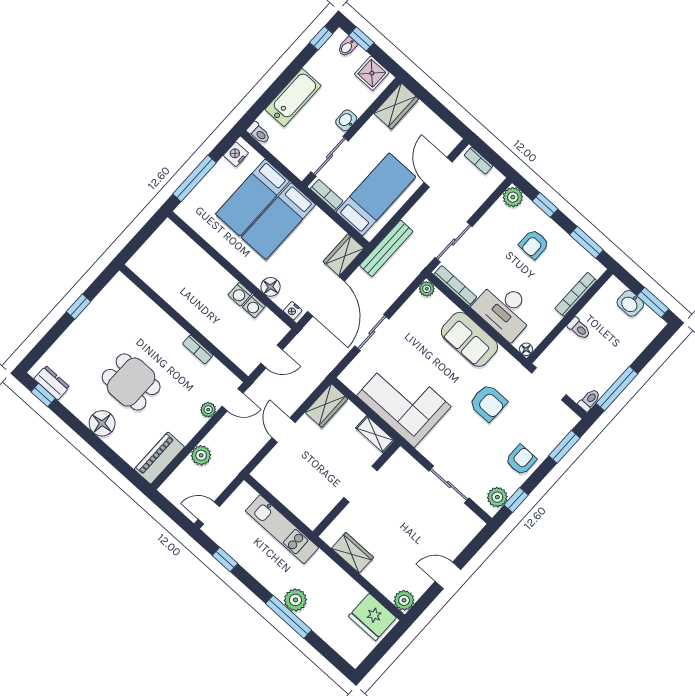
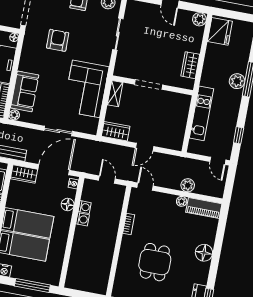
sofa: (469, 339) -> (25, 91), moved
dining table: (131, 382) -> (155, 262), moved
plant: (208, 410) -> (182, 201), moved

